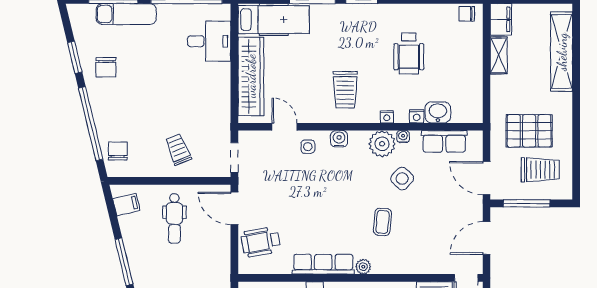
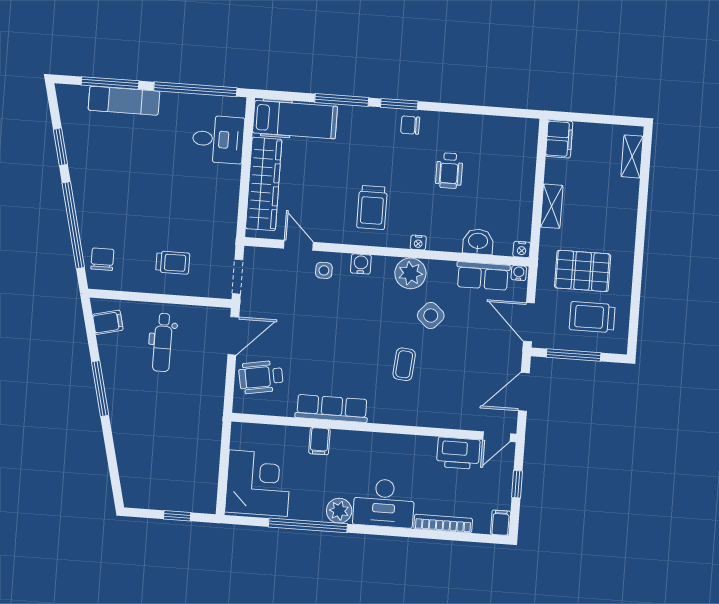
chair: (467, 14) -> (410, 125), moved
shelving: (562, 52) -> (632, 156), width x0.45, depth x0.75
wheelchair: (409, 53) -> (449, 171), width x0.73, depth x0.73
shelving: (499, 55) -> (552, 206), moved
chair: (106, 67) -> (96, 161), removed
nightstand: (417, 116) -> (522, 249), moved
water cooler: (403, 137) -> (519, 273), moved
trolley: (178, 149) -> (173, 263), turned 112
trolley: (540, 170) -> (592, 317), turned 180
door: (234, 208) -> (233, 336), swing flipped
plant: (363, 267) -> (378, 415), removed

